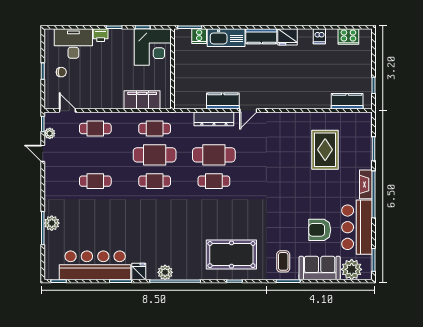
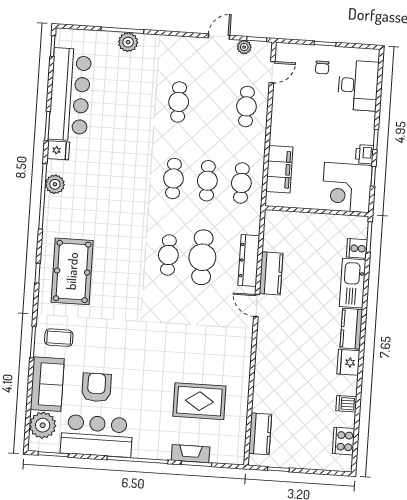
printer: (101, 35) -> (364, 154), moved
cafe table: (155, 155) -> (207, 181), width x0.73, depth x0.74
fireplace: (366, 184) -> (191, 454), moved

